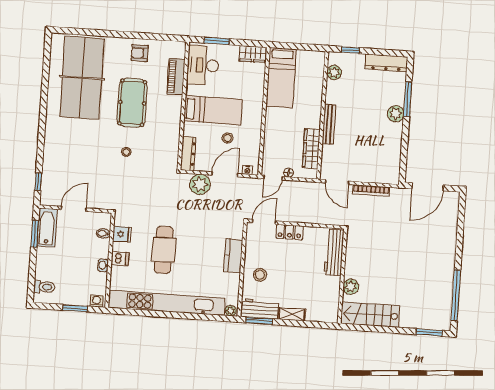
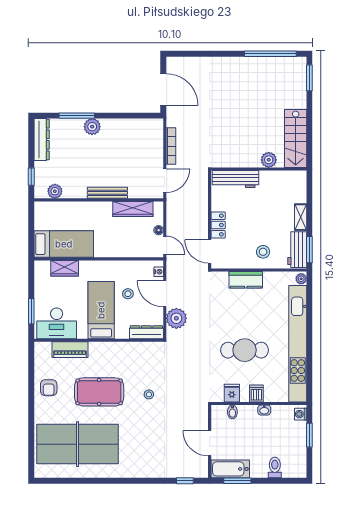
wardrobe: (253, 54) -> (65, 268), moved, turned 90
toilet: (44, 287) -> (275, 467), moved

